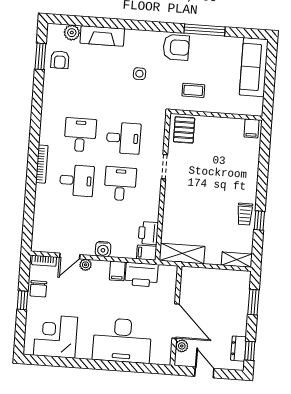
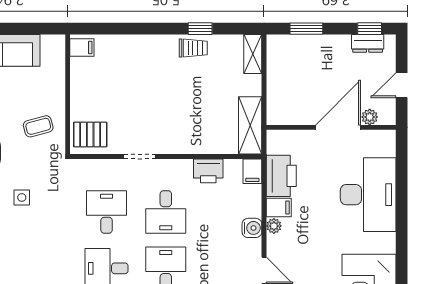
coffee table: (193, 90) -> (38, 126), turned 75
desk: (120, 184) -> (166, 212), turned -90
printer: (148, 233) -> (208, 171), moved
plant: (86, 265) -> (274, 226), moved

